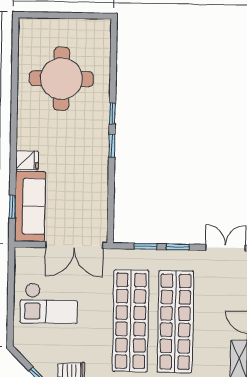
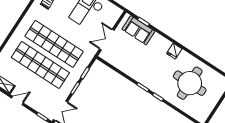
fridge: (27, 160) -> (174, 51), moved
sofa: (30, 206) -> (138, 30), width x0.73
double door: (74, 245) -> (107, 40), width x0.73

